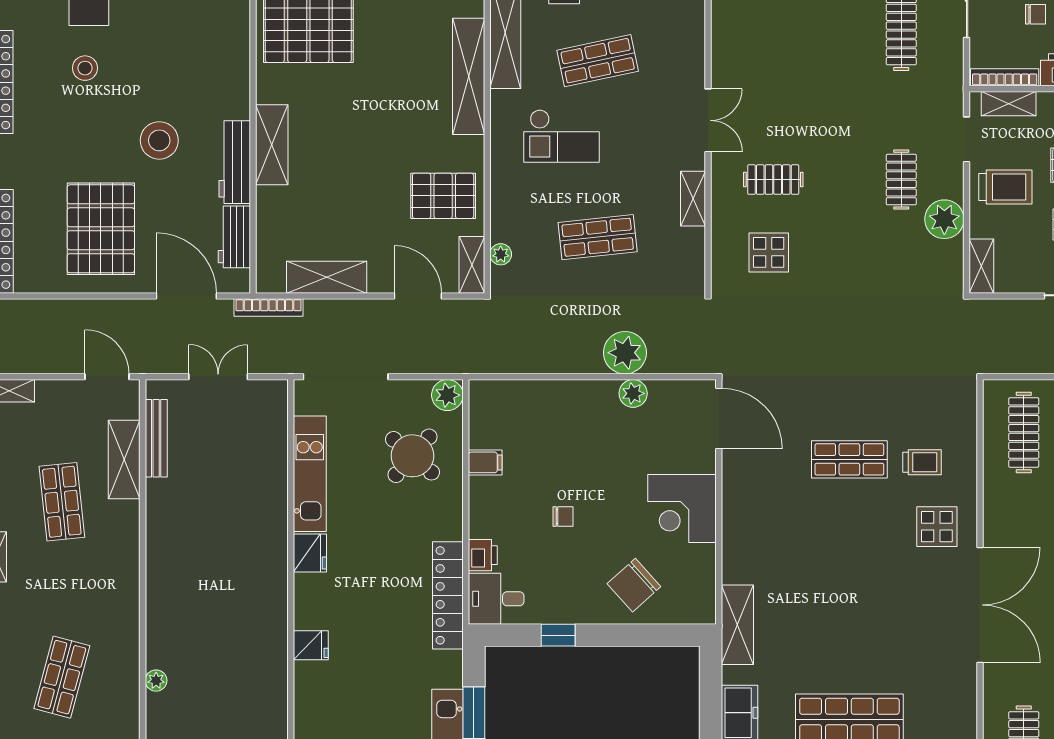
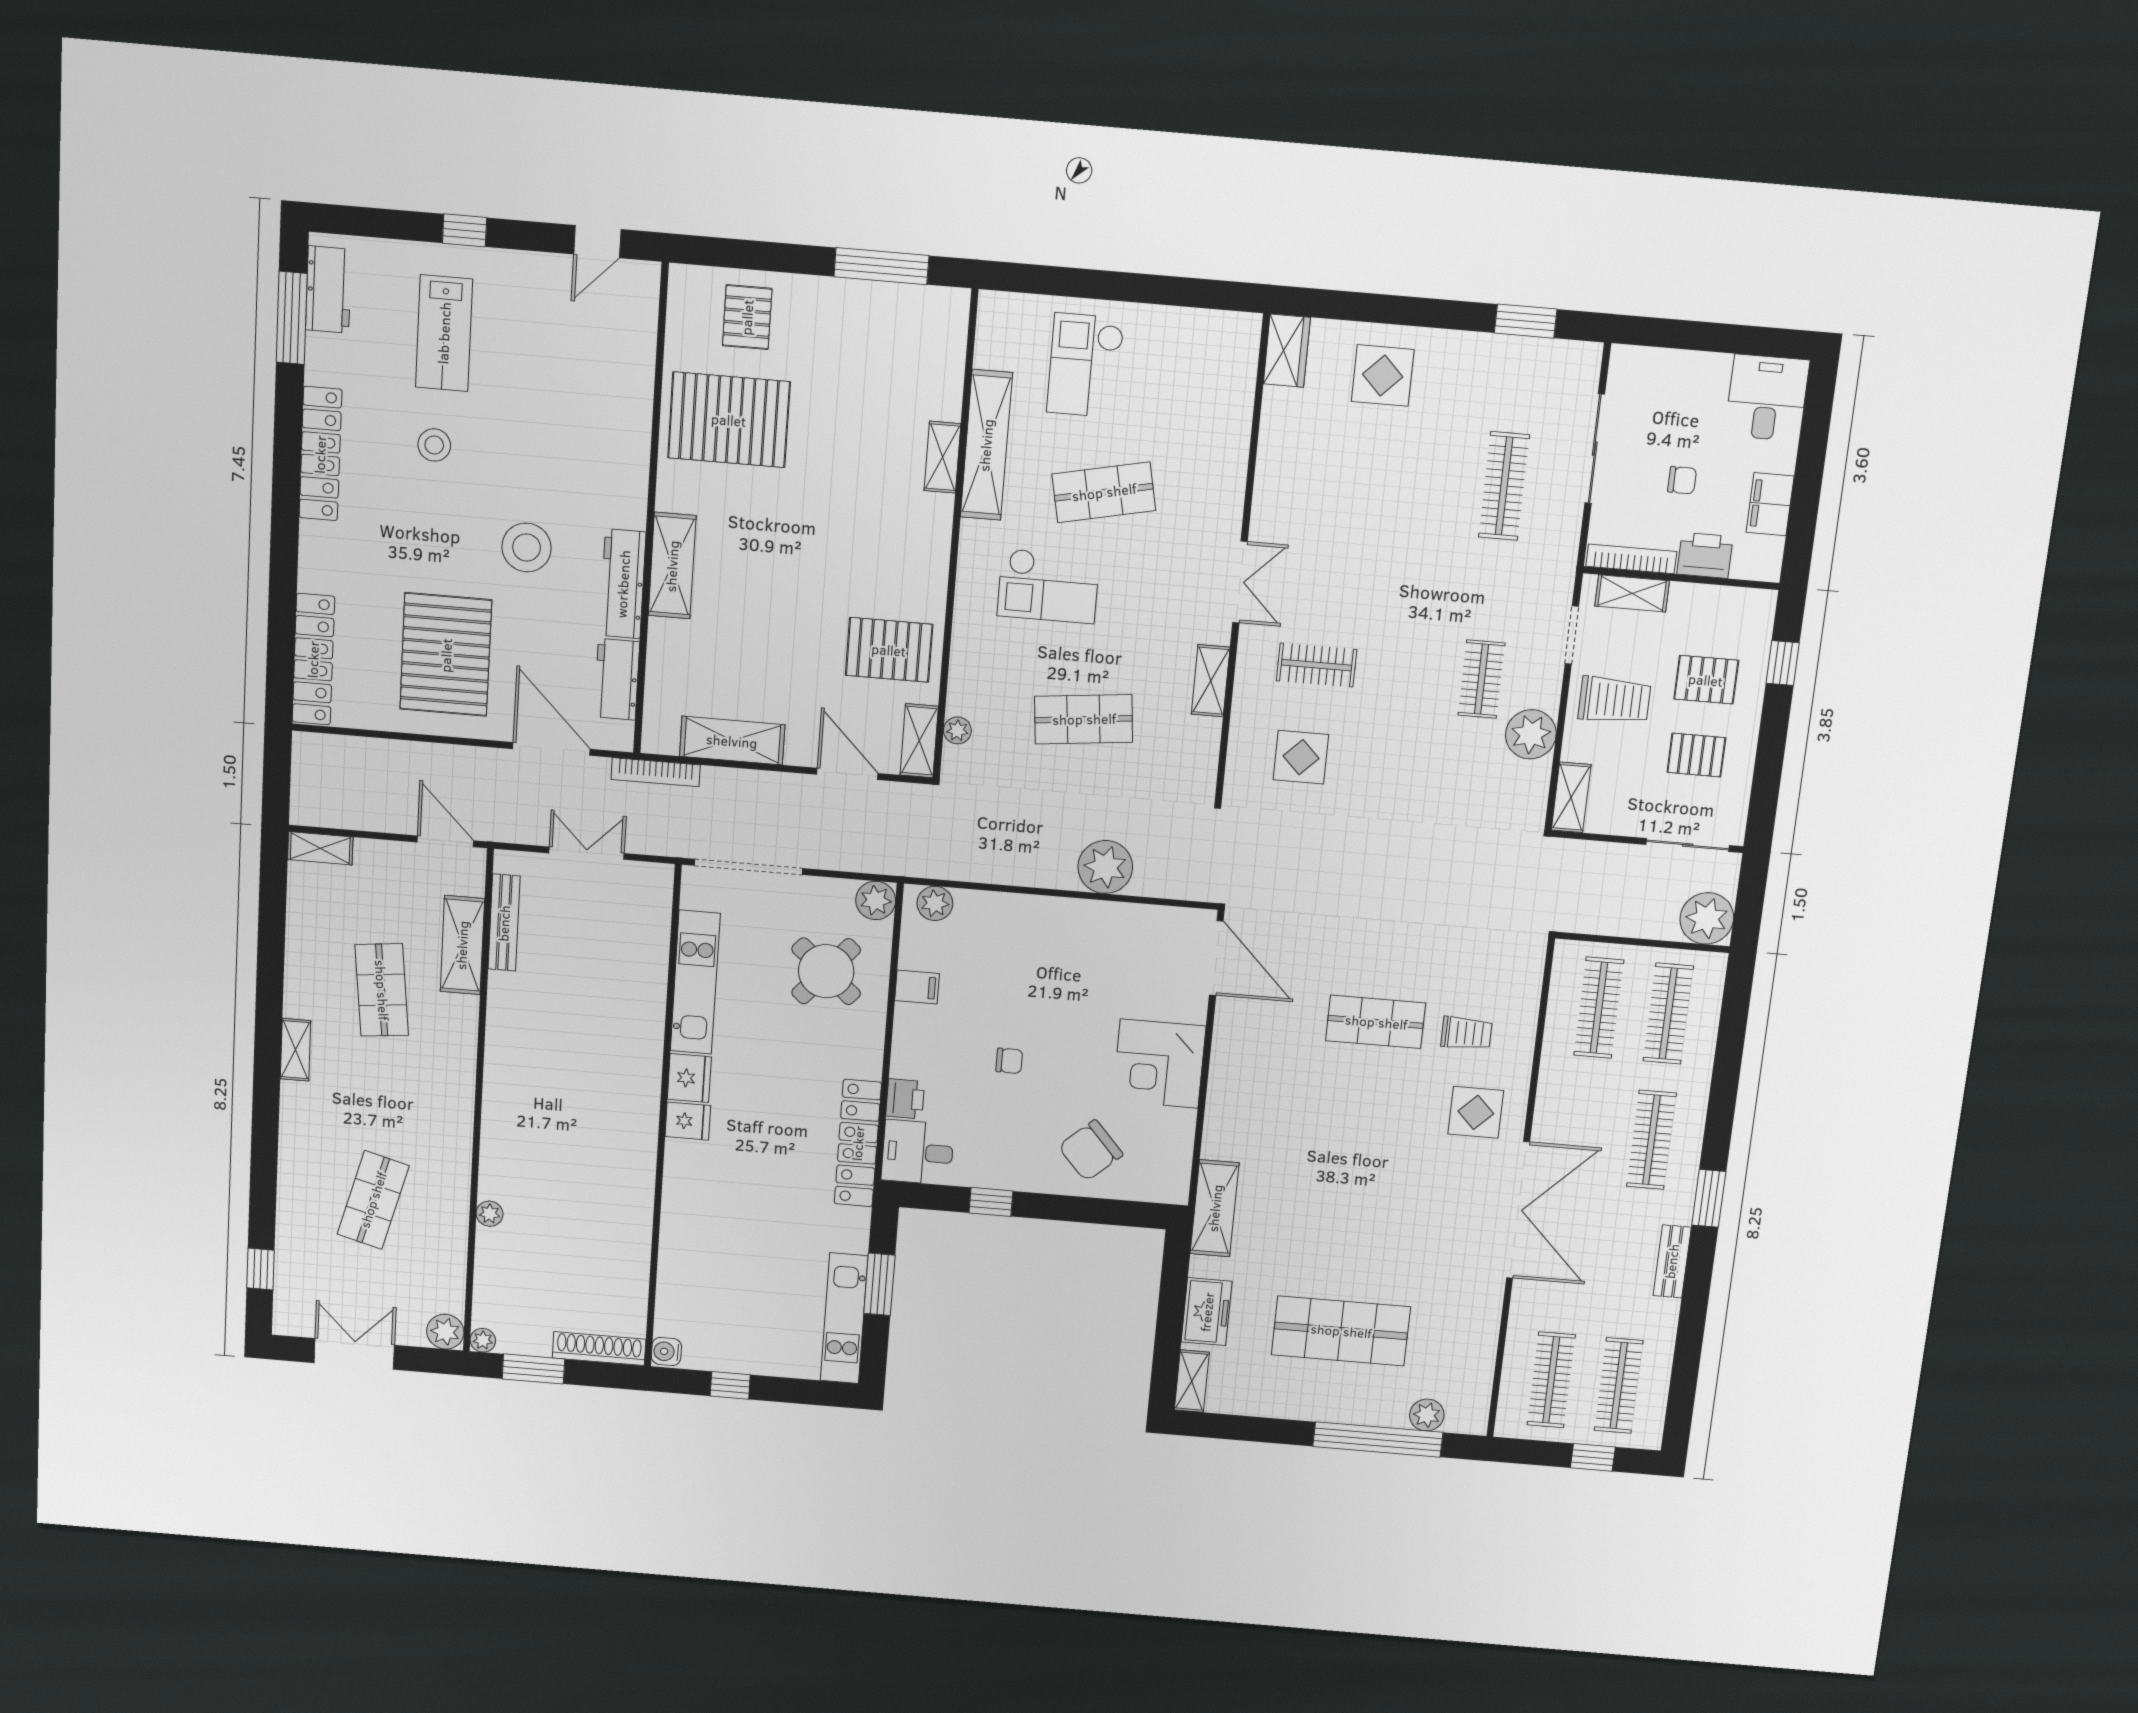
shelving: (469, 76) -> (942, 457), width x0.45, depth x0.75
plant: (633, 393) -> (935, 903), moved
fridge: (311, 645) -> (688, 1121), moved

